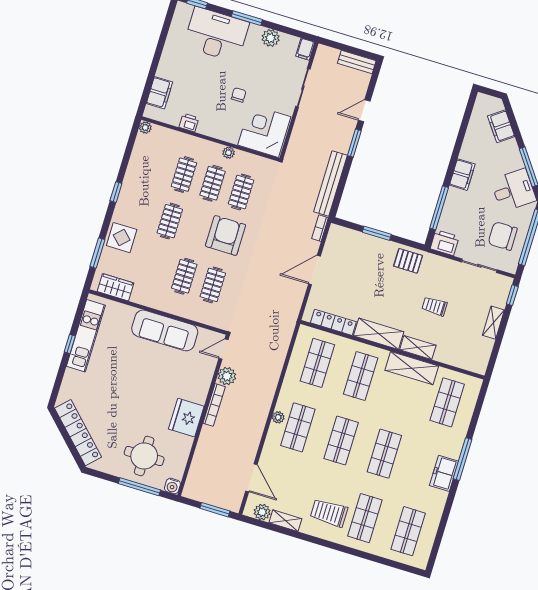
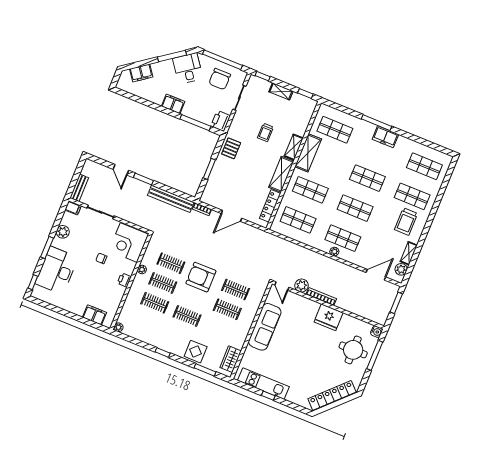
bench: (357, 62) -> (79, 188), moved
printer: (189, 123) -> (124, 280), moved
door: (314, 270) -> (232, 216), hinge flipped
window: (494, 357) -> (305, 94), added

